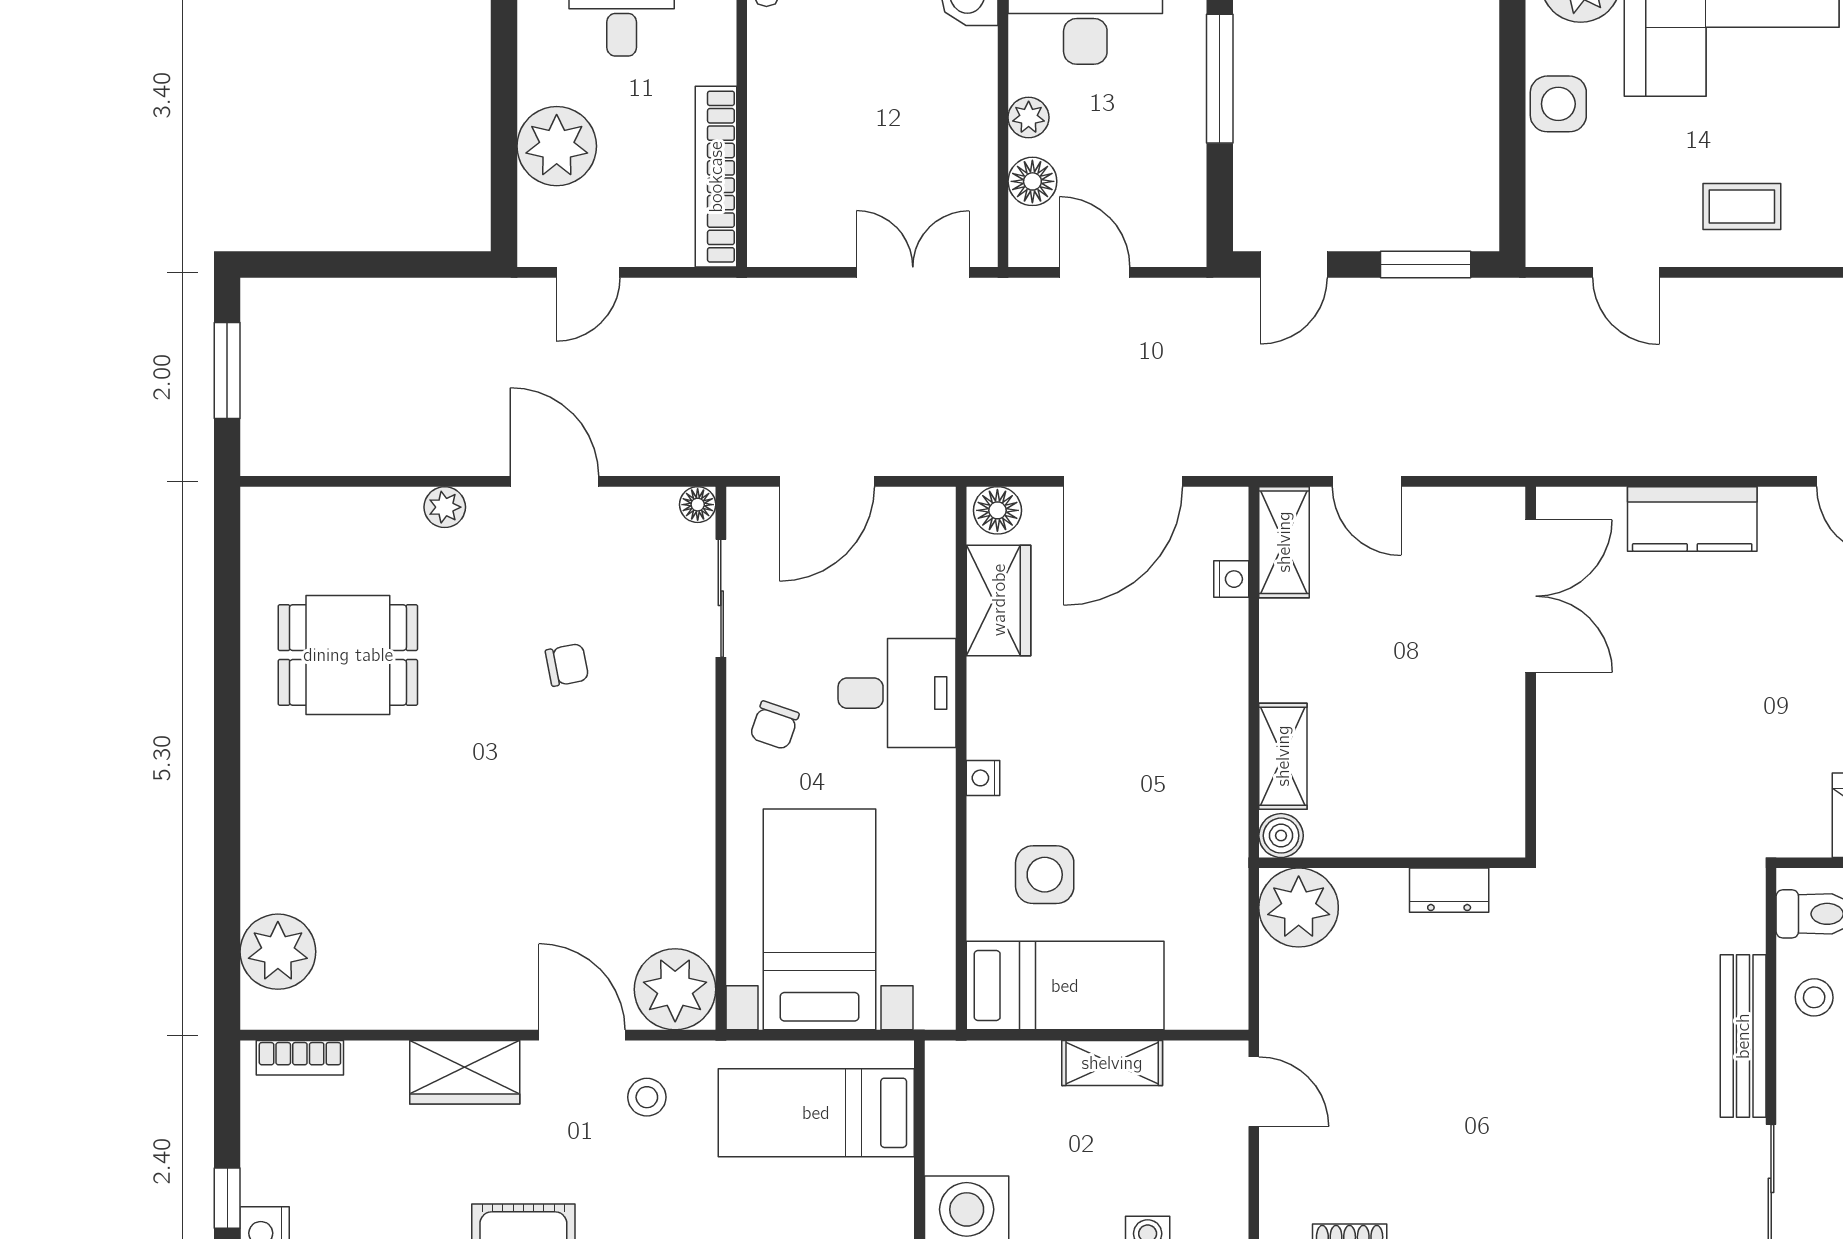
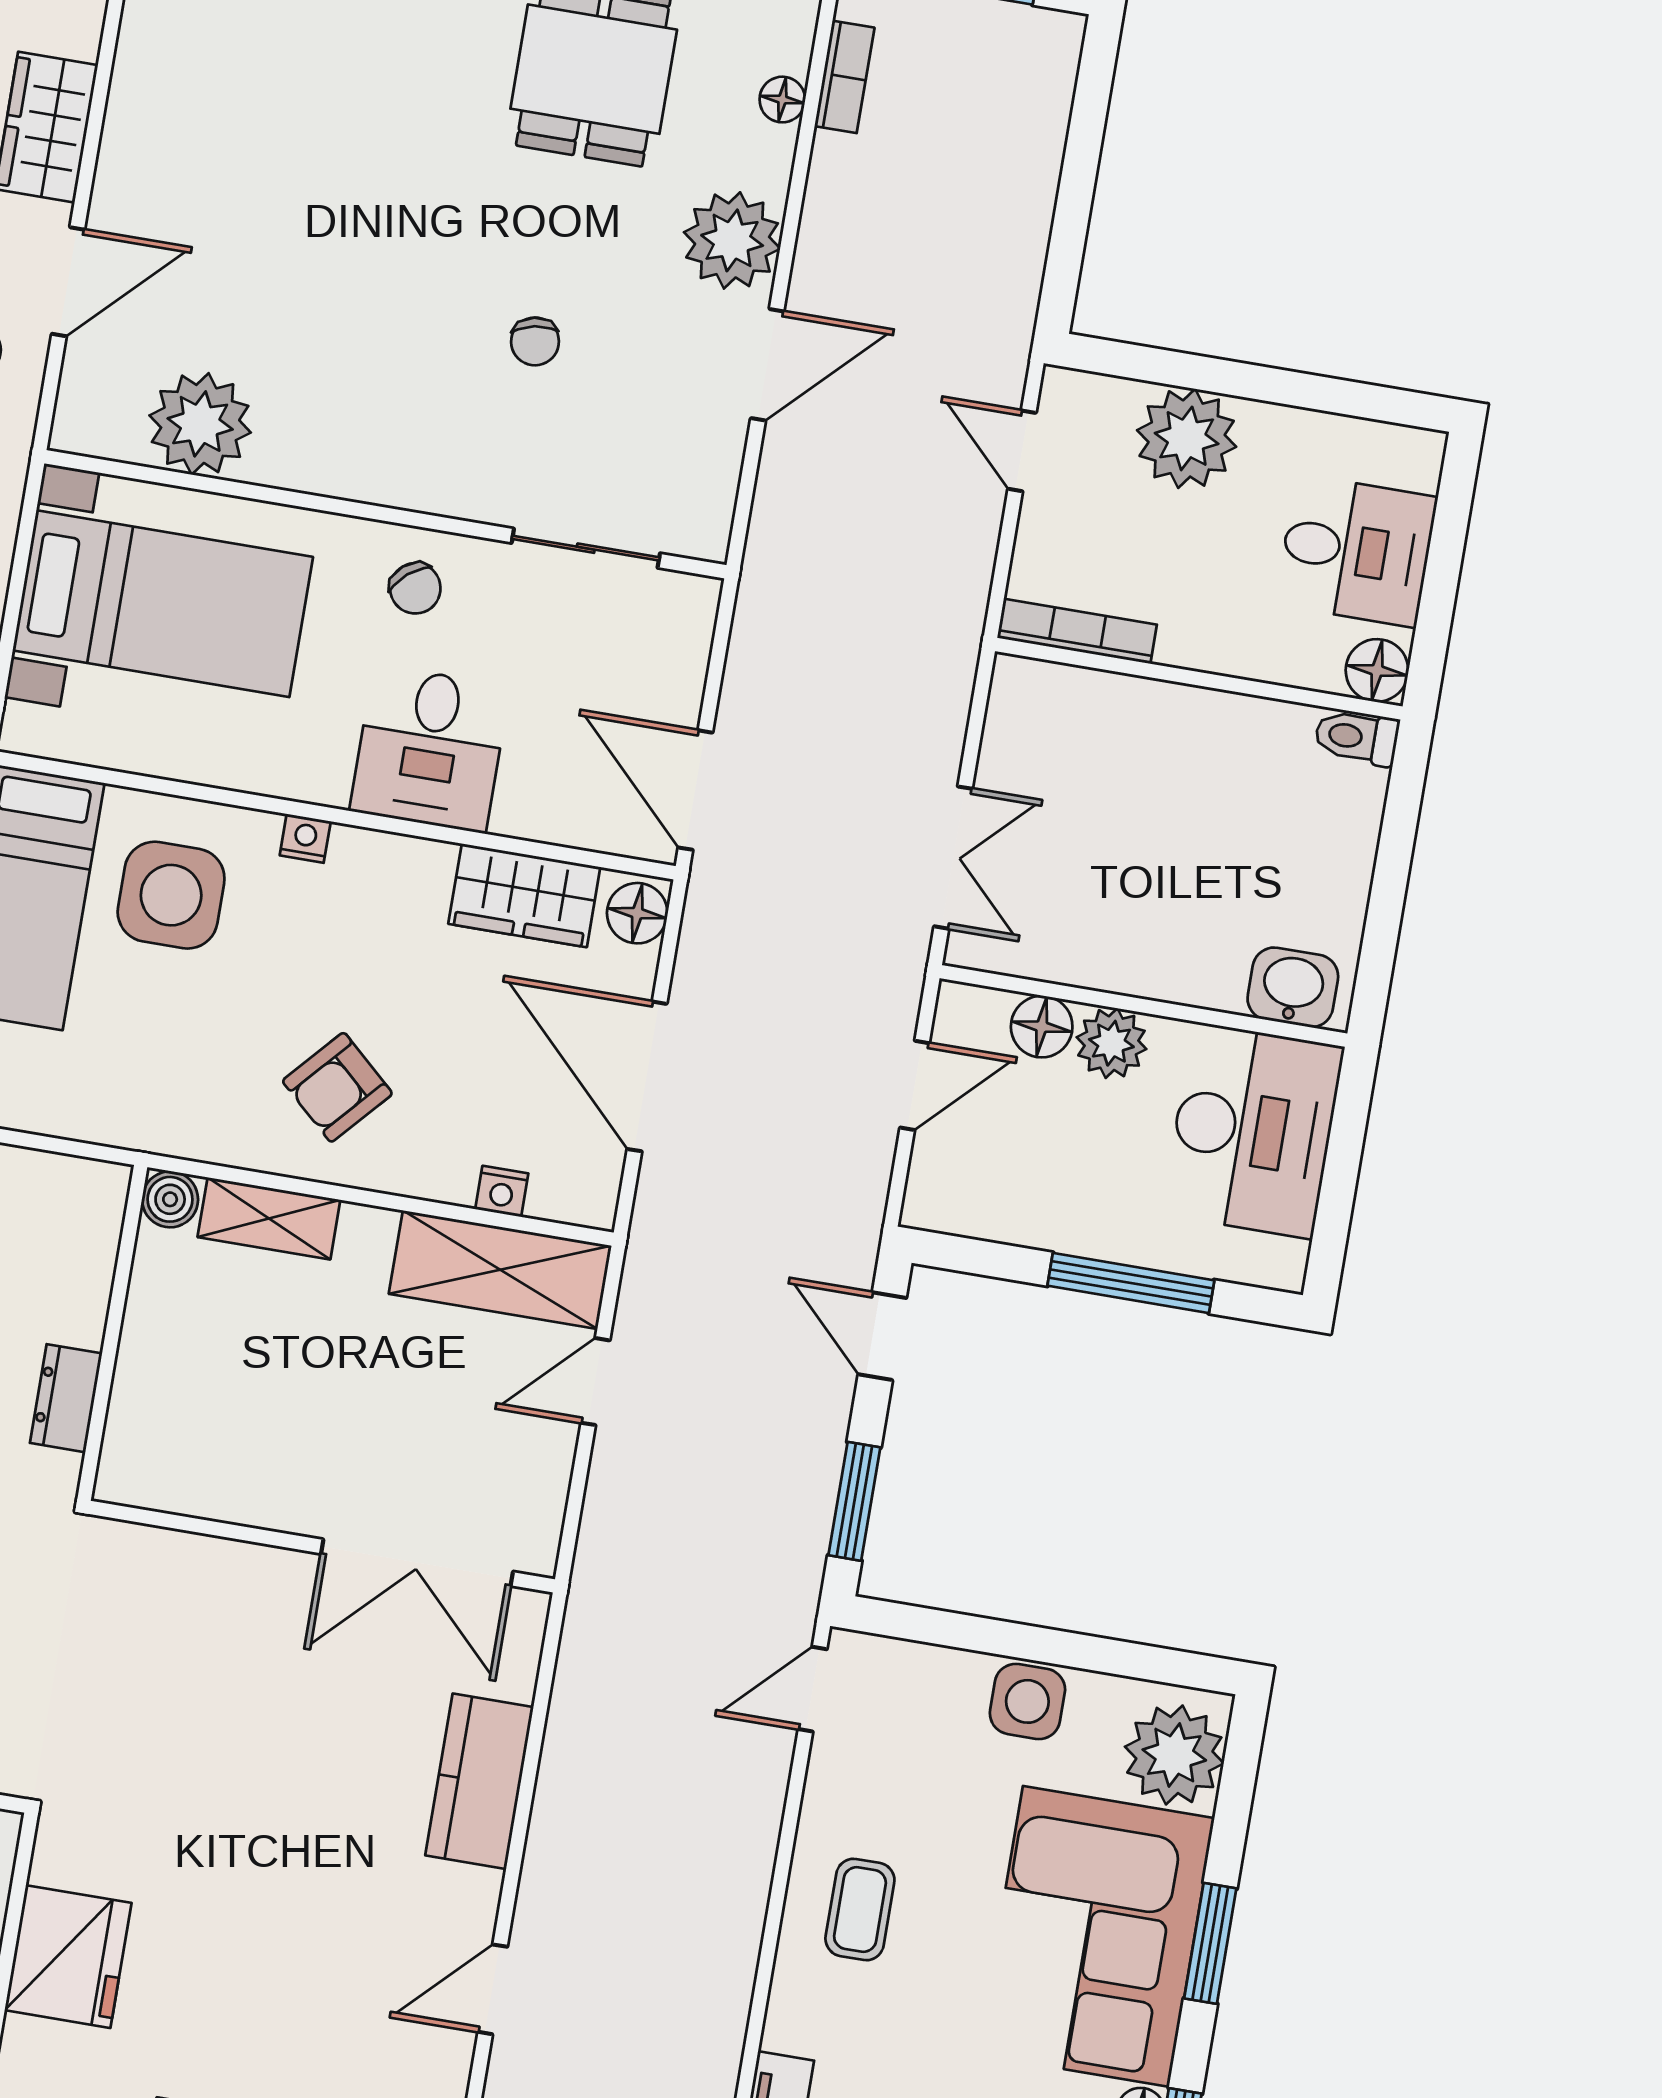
plant: (1029, 117) -> (1111, 1043), width x1.38, depth x1.38
bookcase: (716, 177) -> (1077, 631), width x0.68, depth x0.76
door: (1626, 272) -> (813, 1689), moved
bookcase: (321, 459) -> (844, 77), added
door: (827, 481) -> (695, 790), moved
floor lamp: (698, 505) -> (782, 100), moved
plant: (445, 507) -> (732, 240), width x1.87, depth x1.87
shelving: (1284, 542) -> (500, 1270), width x1.50, depth x1.33
armchair: (1172, 720) -> (337, 1087), added
chair: (774, 725) -> (415, 588), turned -149
side table: (1045, 875) -> (171, 895), width x1.37, depth x1.37
plant: (1299, 908) -> (76, 1206), removed
plant: (675, 989) -> (200, 424), moved

